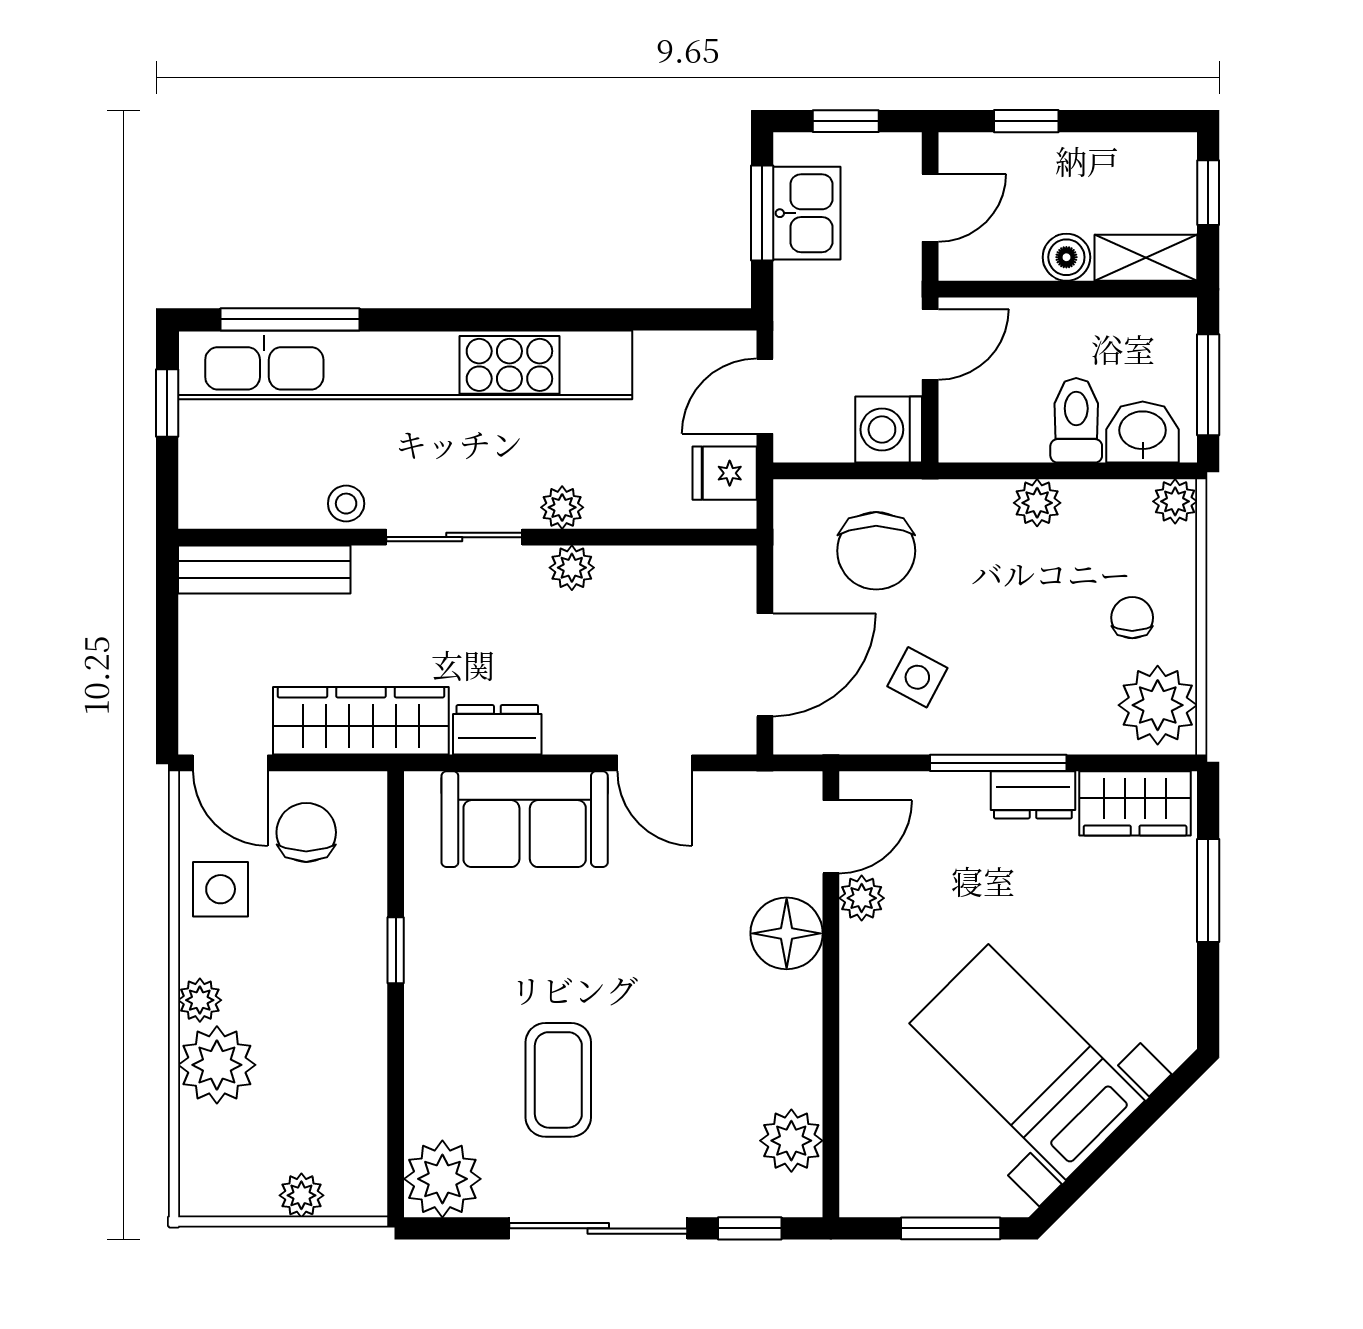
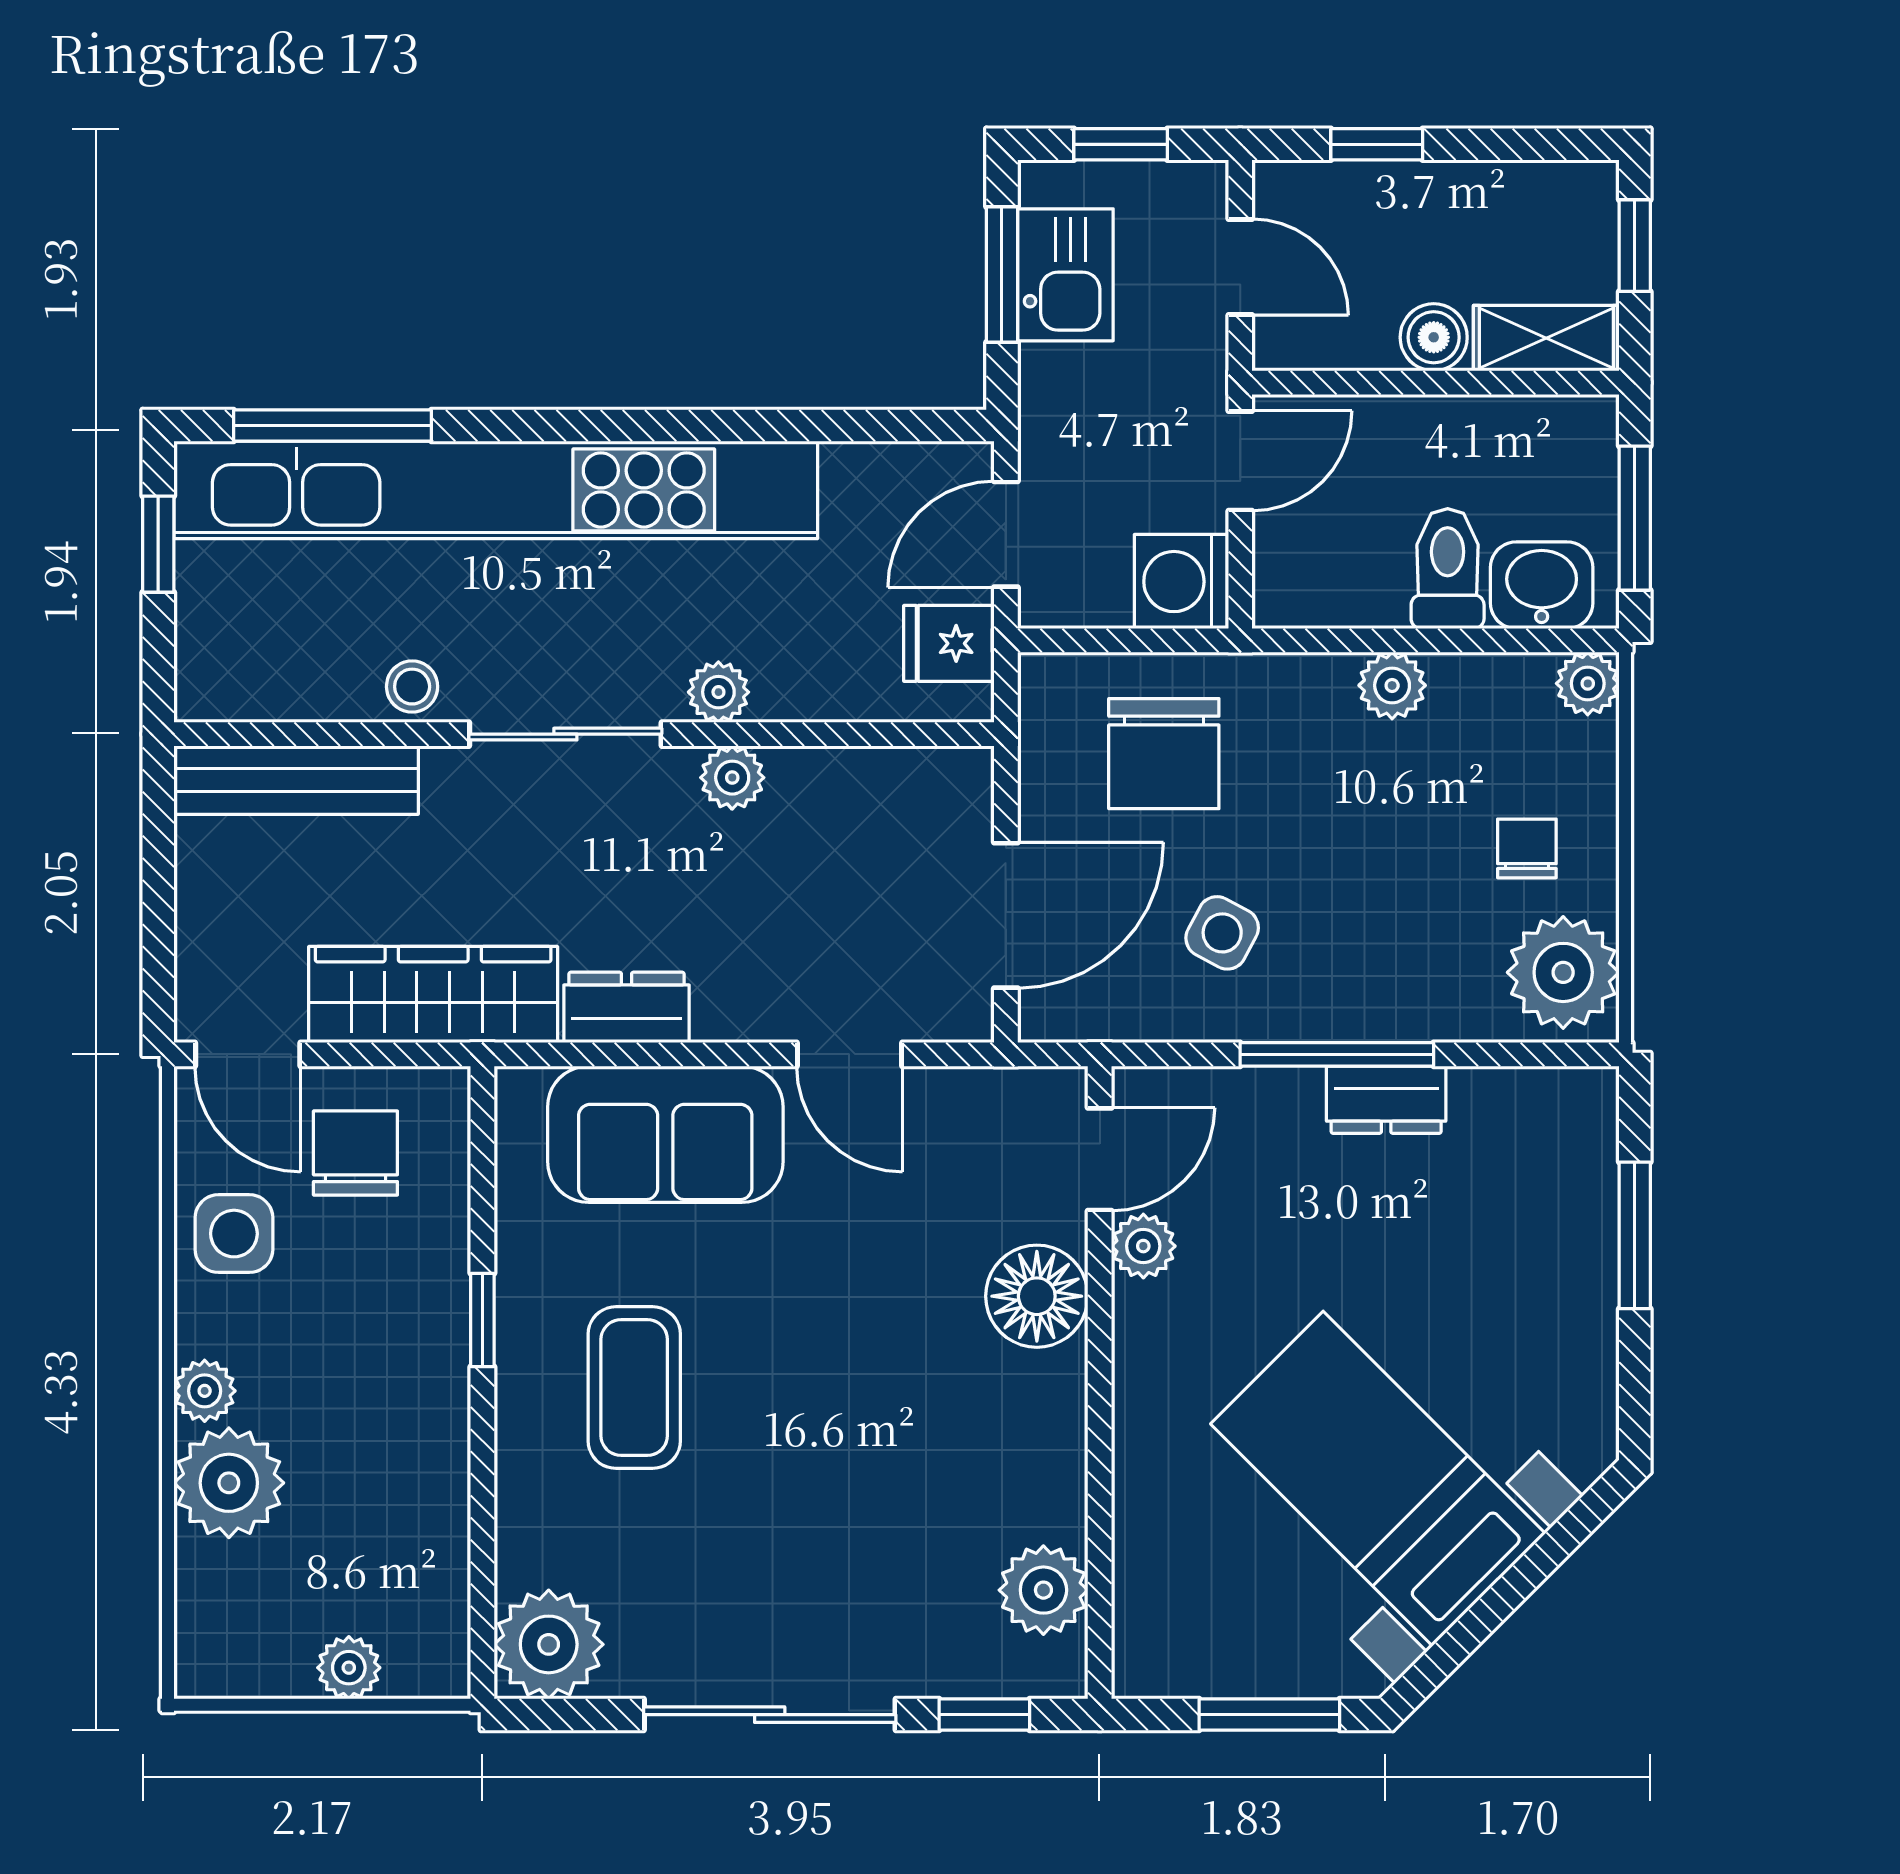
door: (930, 208) -> (1240, 267), hinge flipped
wardrobe: (1135, 803) -> (1531, 1112), removed
coffee table: (558, 1080) -> (634, 1388), moved

